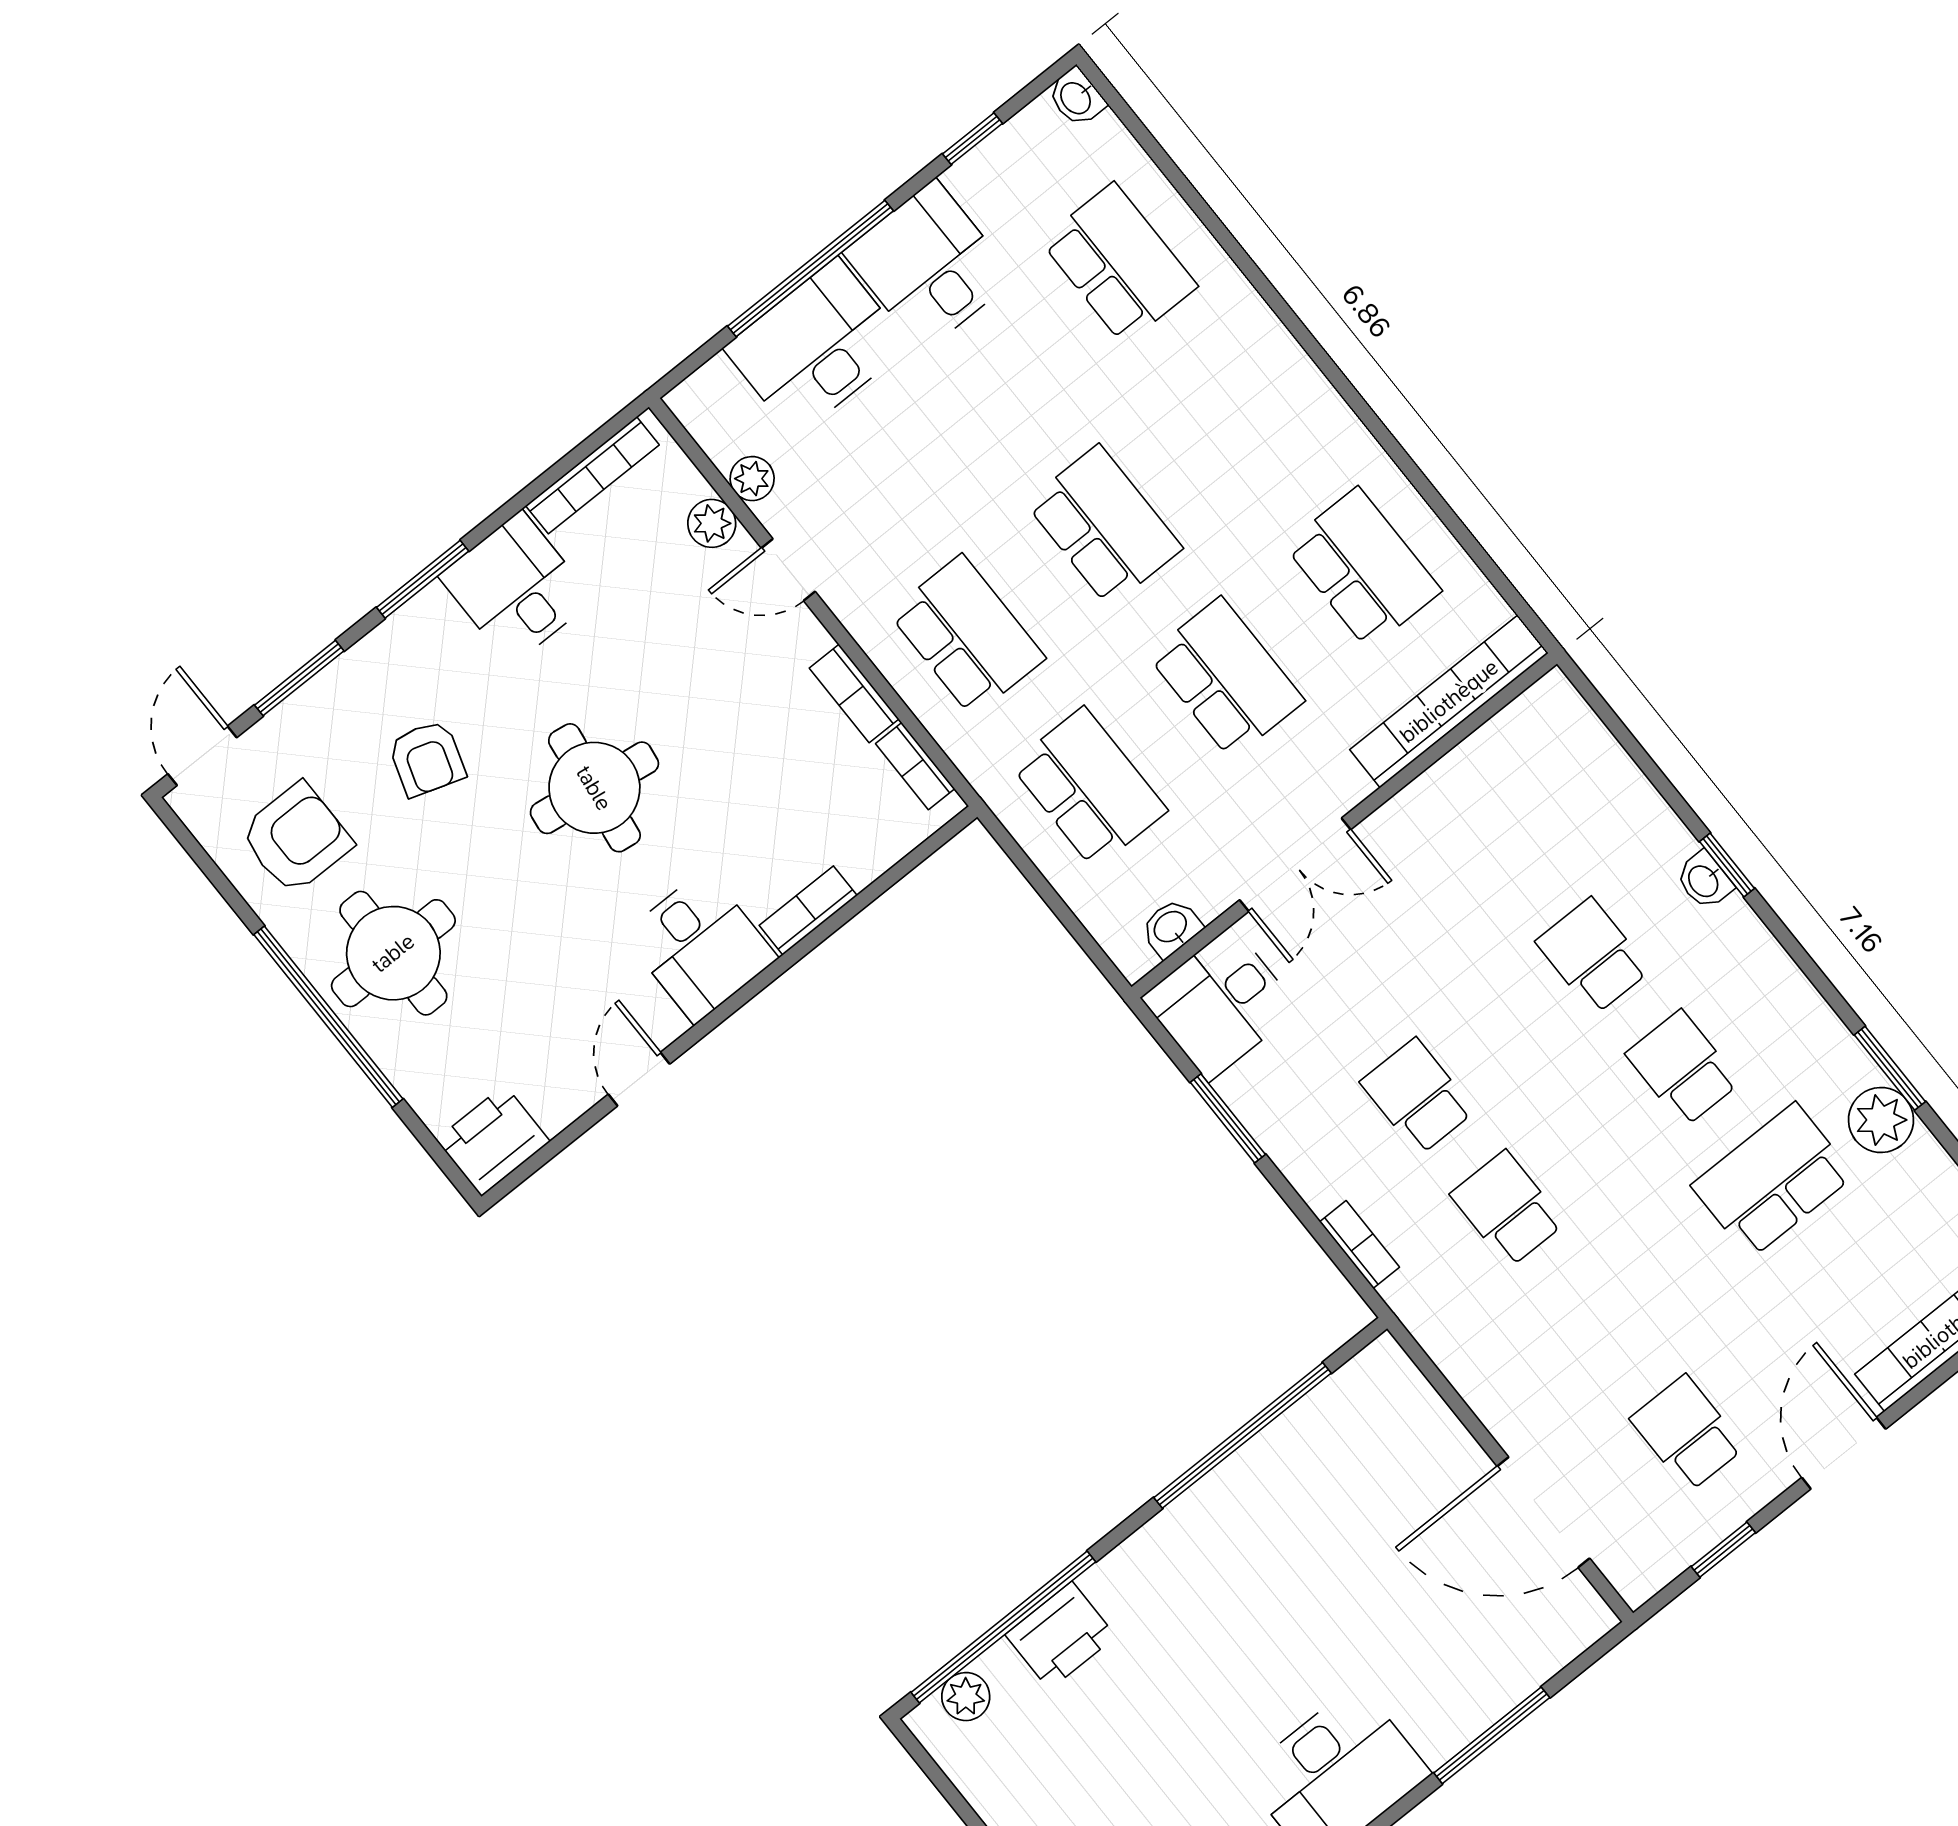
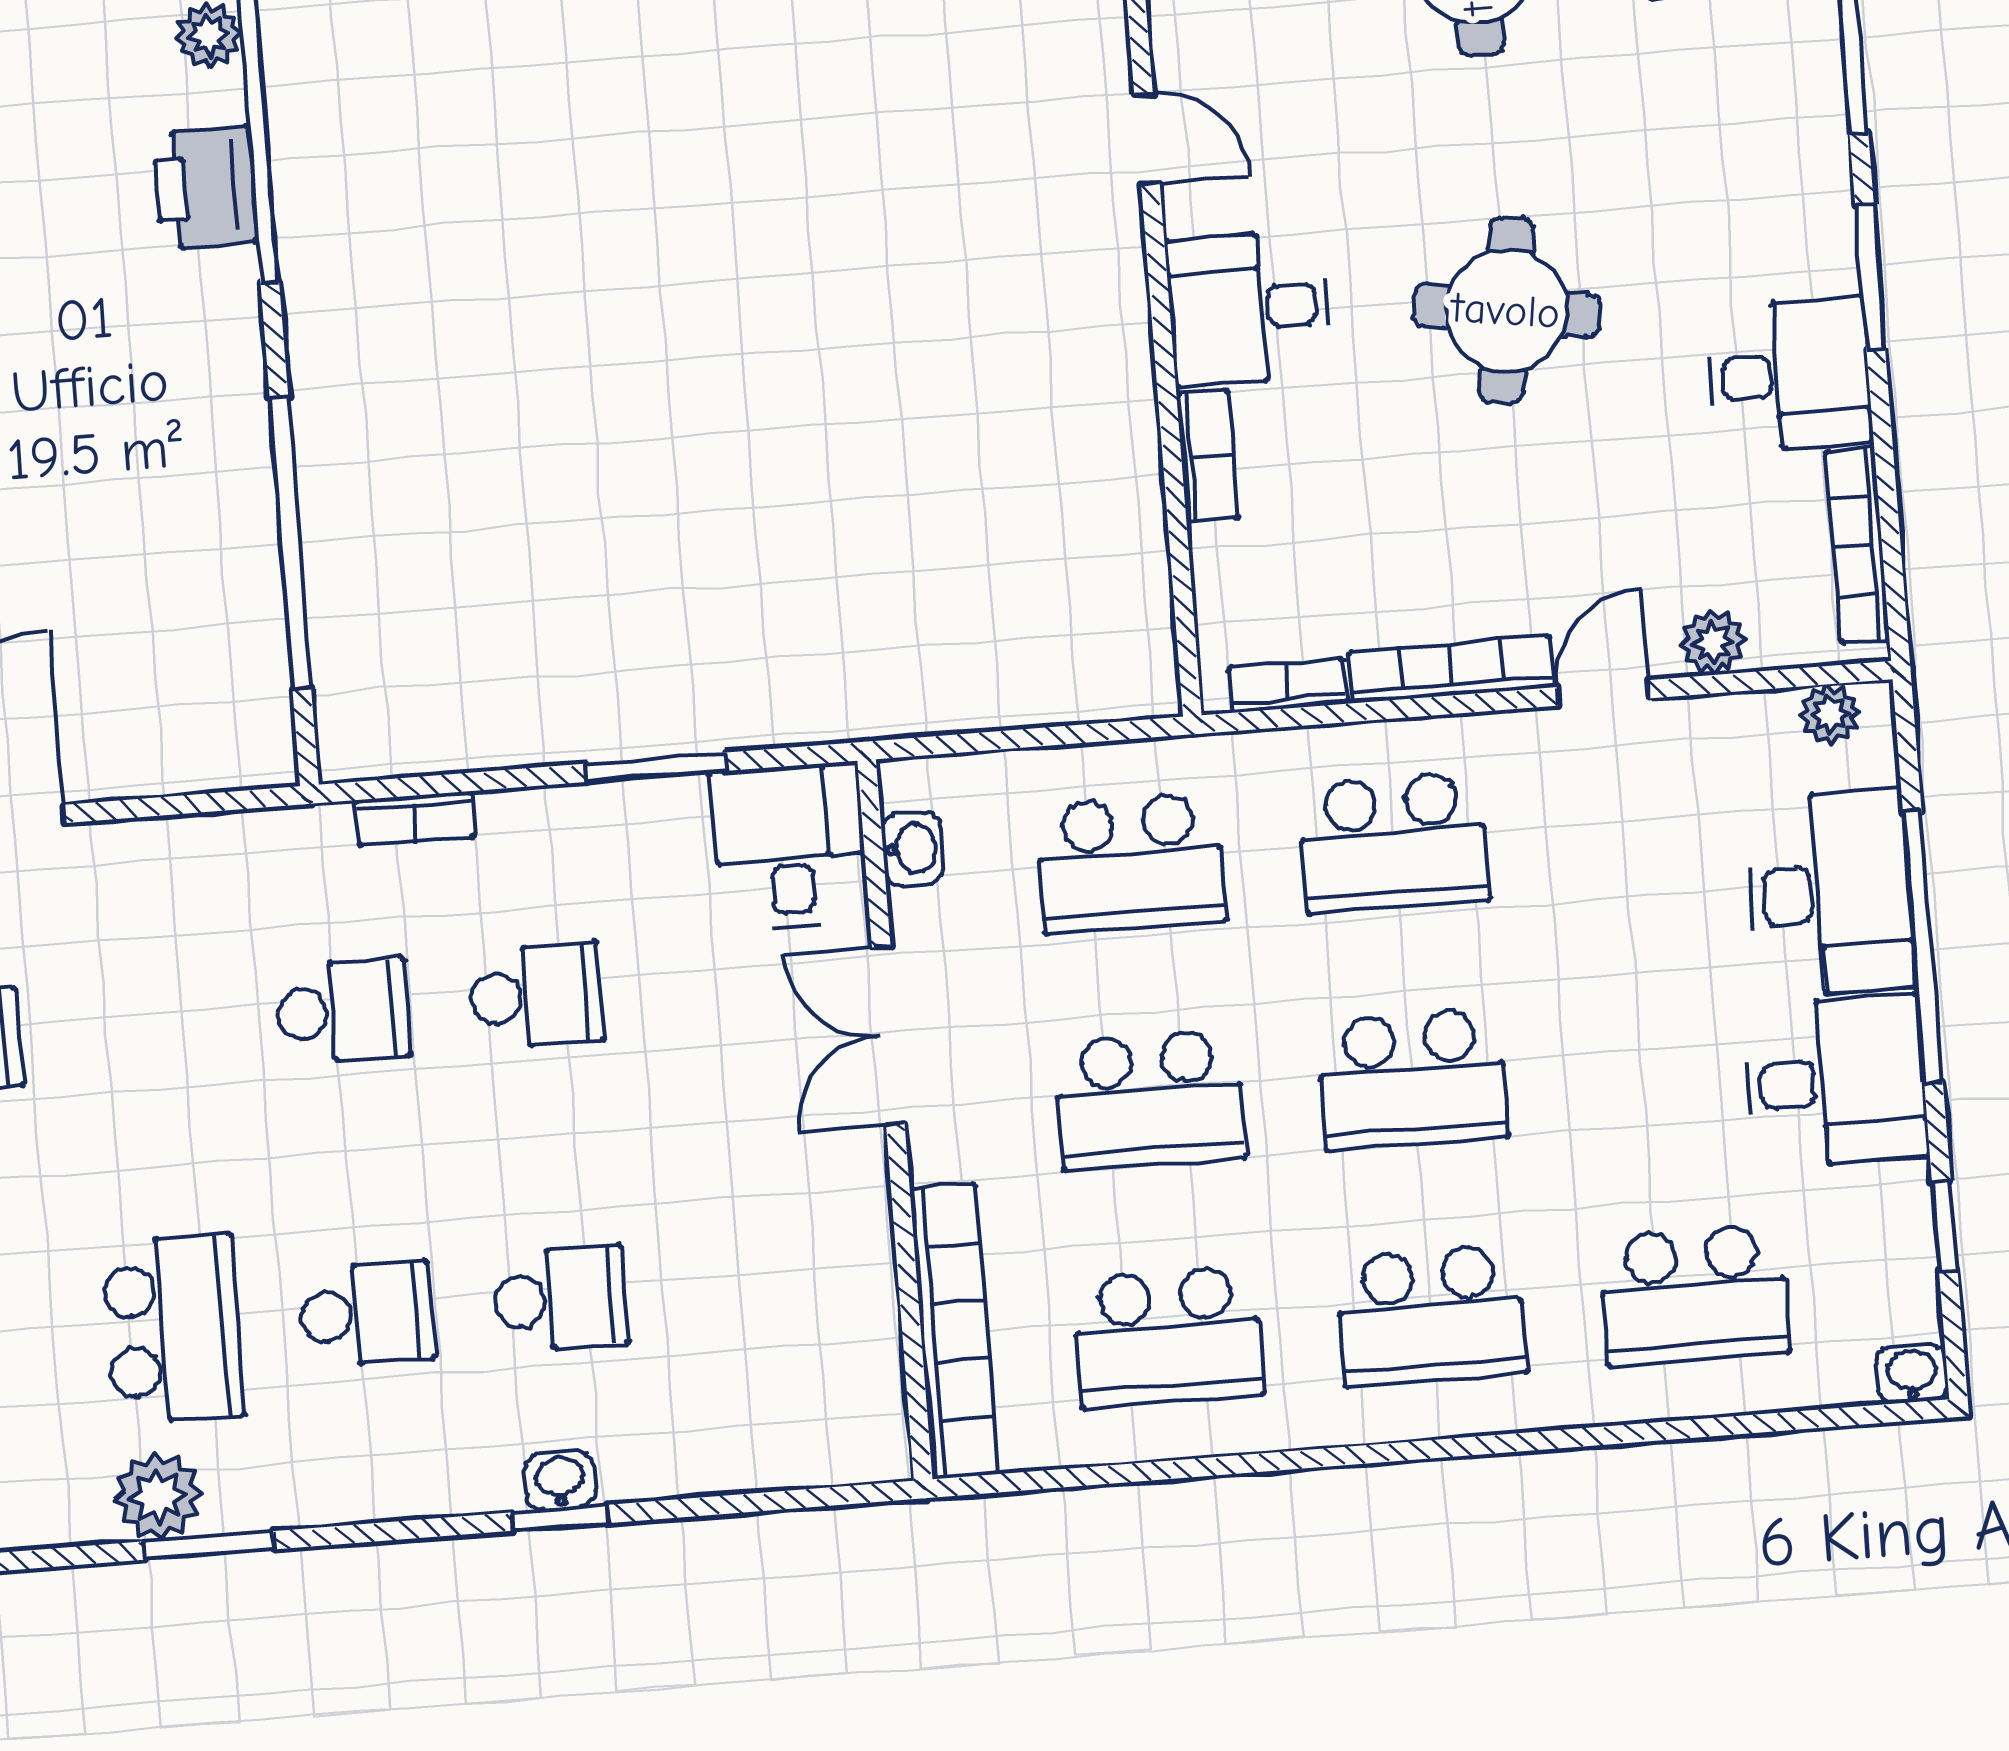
school desk: (1241, 416) -> (1431, 1316), added
plant: (752, 479) -> (1830, 714), moved
bookcase: (854, 693) -> (1451, 670), width x1.56
armchair: (427, 758) -> (1667, 145), removed

